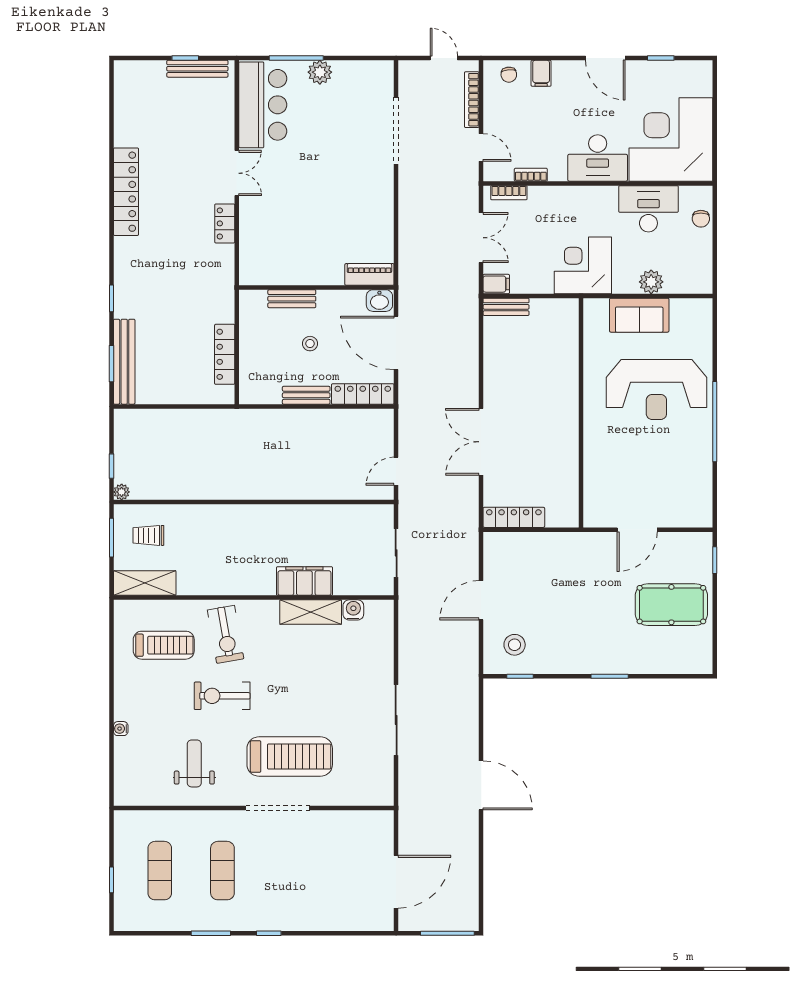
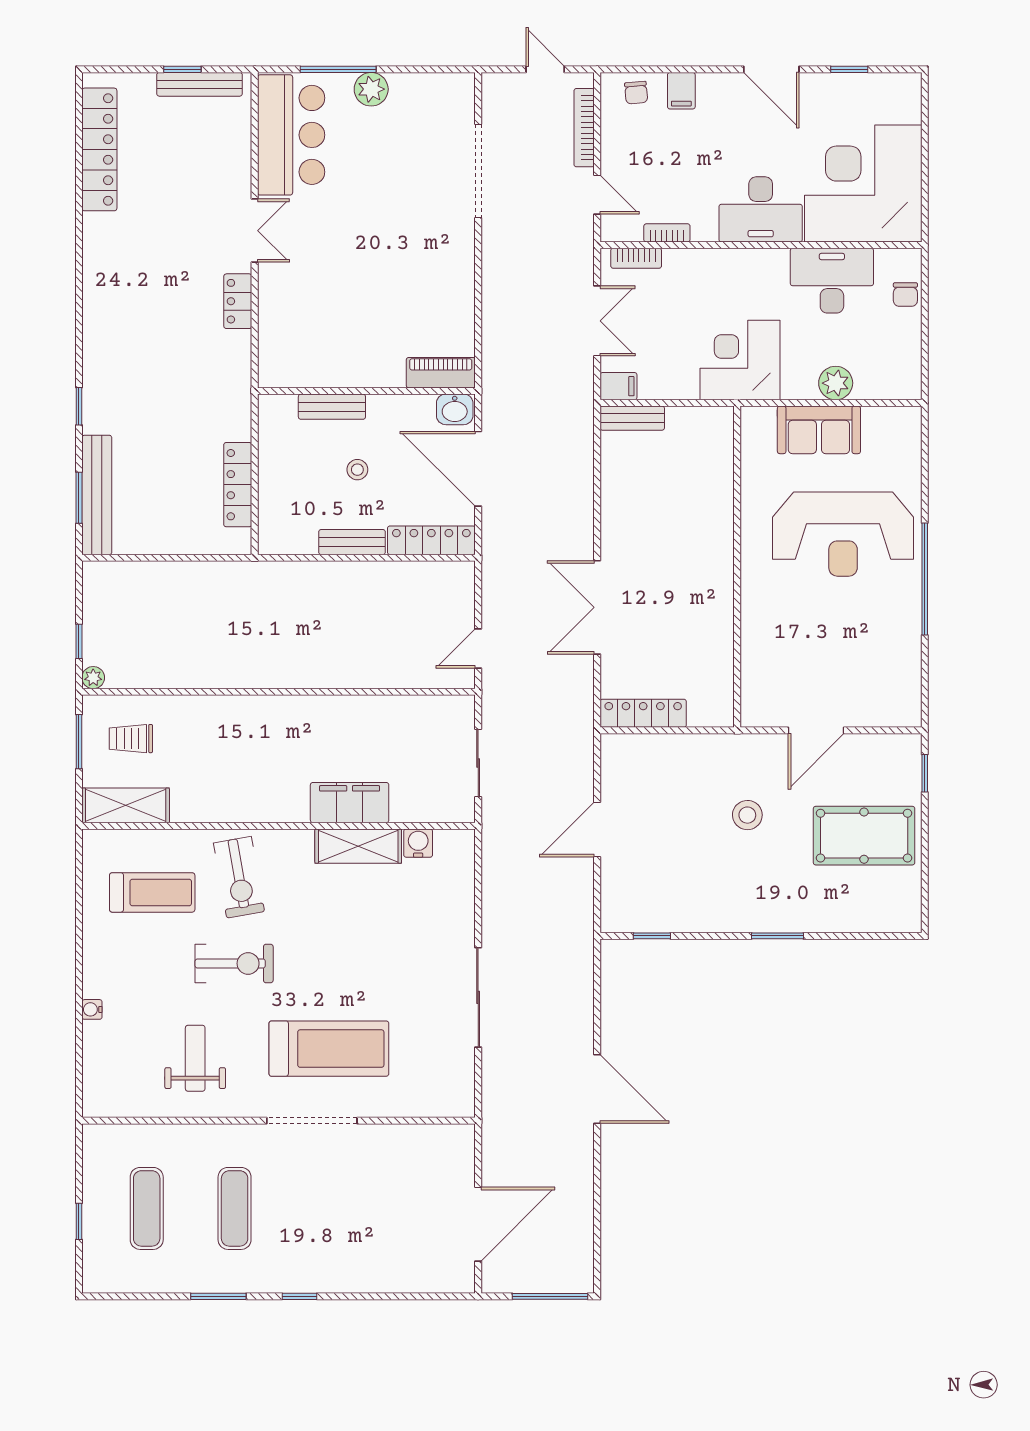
locker: (126, 192) -> (99, 149), moved
stool: (515, 645) -> (747, 815), moved
exercise bike: (222, 696) -> (234, 963), turned 180

